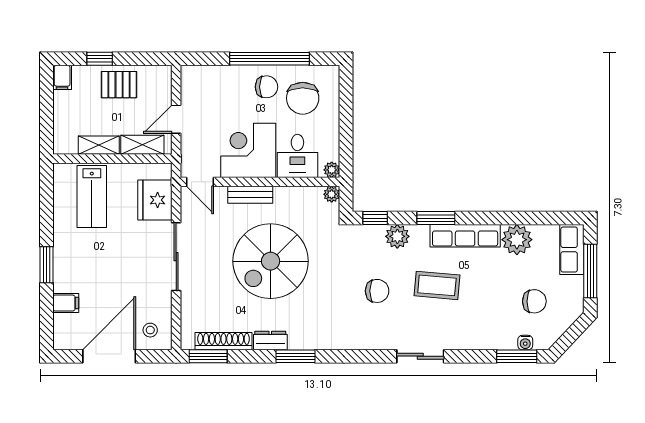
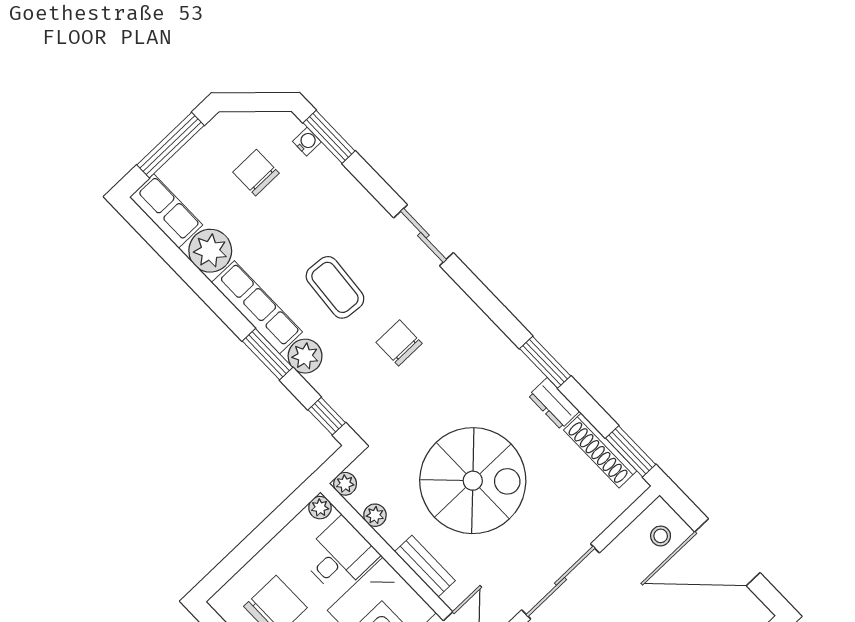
plant: (301, 194) -> (375, 515), added
plant: (397, 236) -> (305, 356), moved
row of seats: (572, 250) -> (166, 211), moved, turned -90

